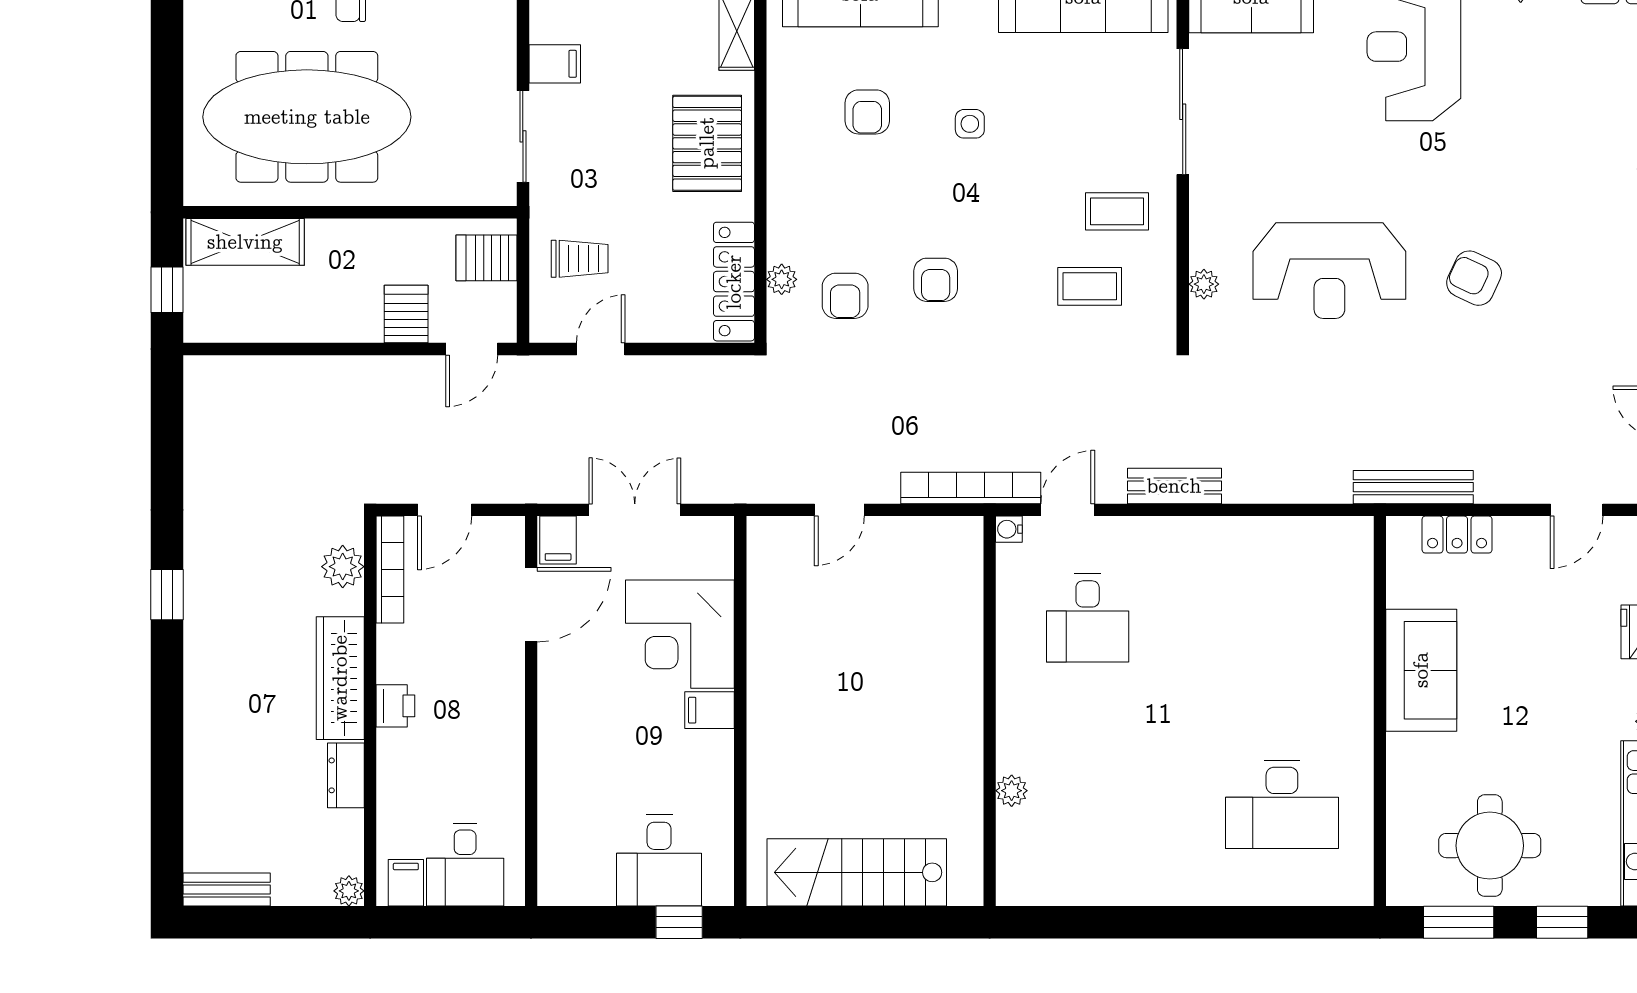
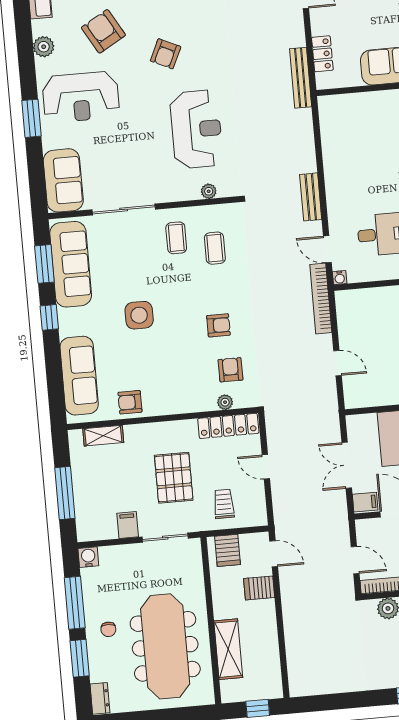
armchair: (1541, 103) -> (103, 31), added
armchair: (867, 112) -> (130, 402), moved, turned 180
side table: (970, 124) -> (139, 315), width x1.87, depth x1.87
pallet: (707, 143) -> (174, 478), moved, turned 90
shelving: (245, 242) -> (228, 649), moved
armchair: (1474, 278) -> (166, 54), moved
armchair: (845, 296) -> (230, 370), turned -90
door: (601, 349) -> (266, 467), moved

